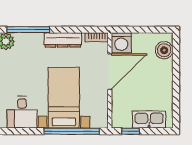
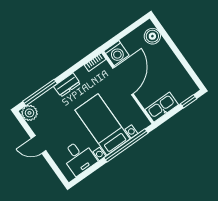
dresser: (63, 40) -> (67, 85), width x0.70
kitchen sink: (149, 120) -> (162, 107), moved
window: (131, 131) -> (189, 101), moved

